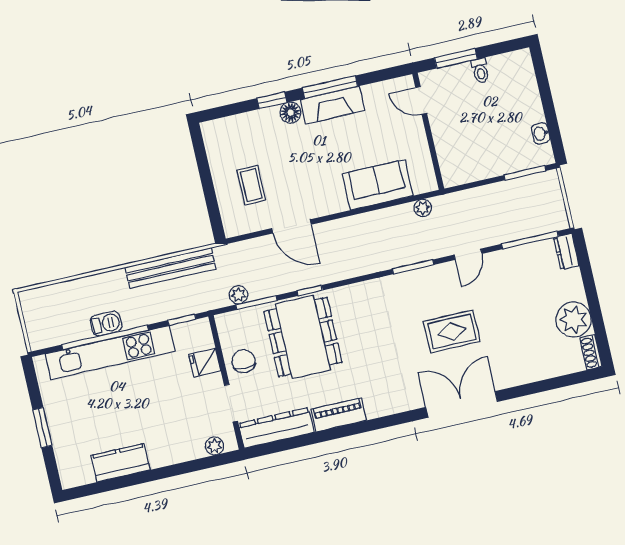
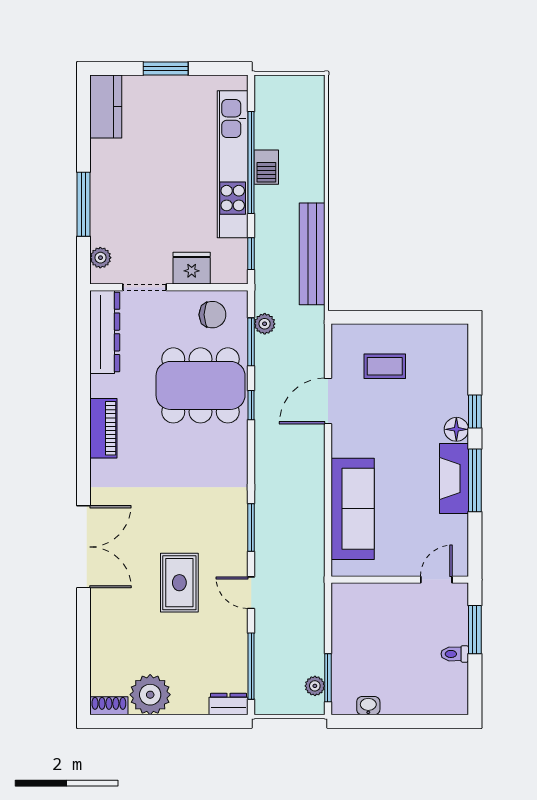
sofa: (378, 185) -> (353, 509), width x1.36
plant: (423, 208) -> (315, 686), moved
rug: (452, 331) -> (179, 583), moved
chair: (243, 361) -> (212, 315), moved
fridge: (205, 363) -> (192, 268), width x1.38
piano: (339, 415) -> (103, 428), moved
kitchen counter: (120, 463) -> (106, 107), moved
window: (173, 471) -> (84, 204), added

